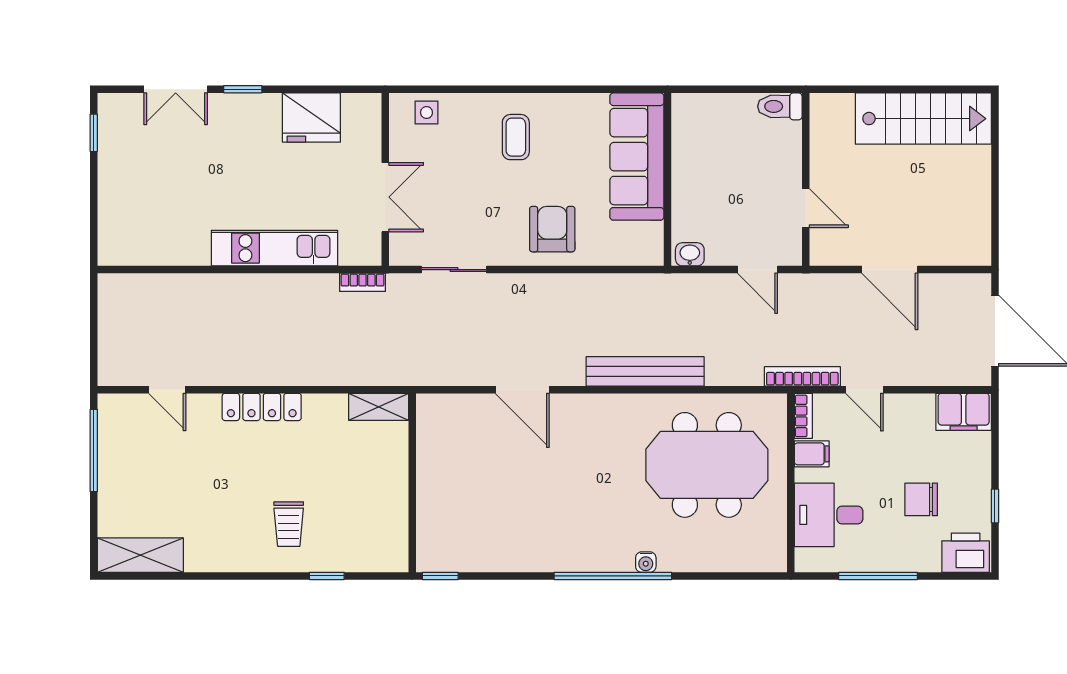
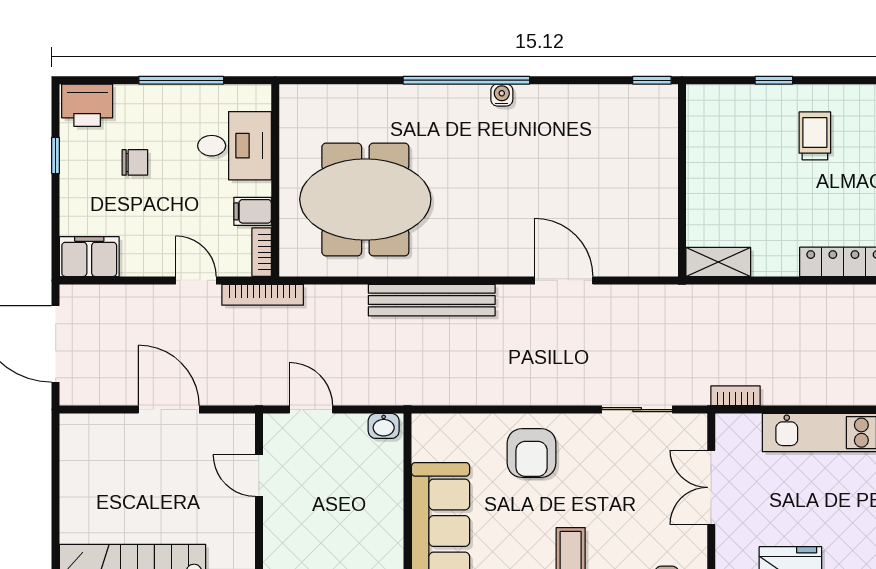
chair: (921, 499) -> (135, 162), width x0.73, depth x0.73
water cooler: (646, 562) -> (502, 95), moved

